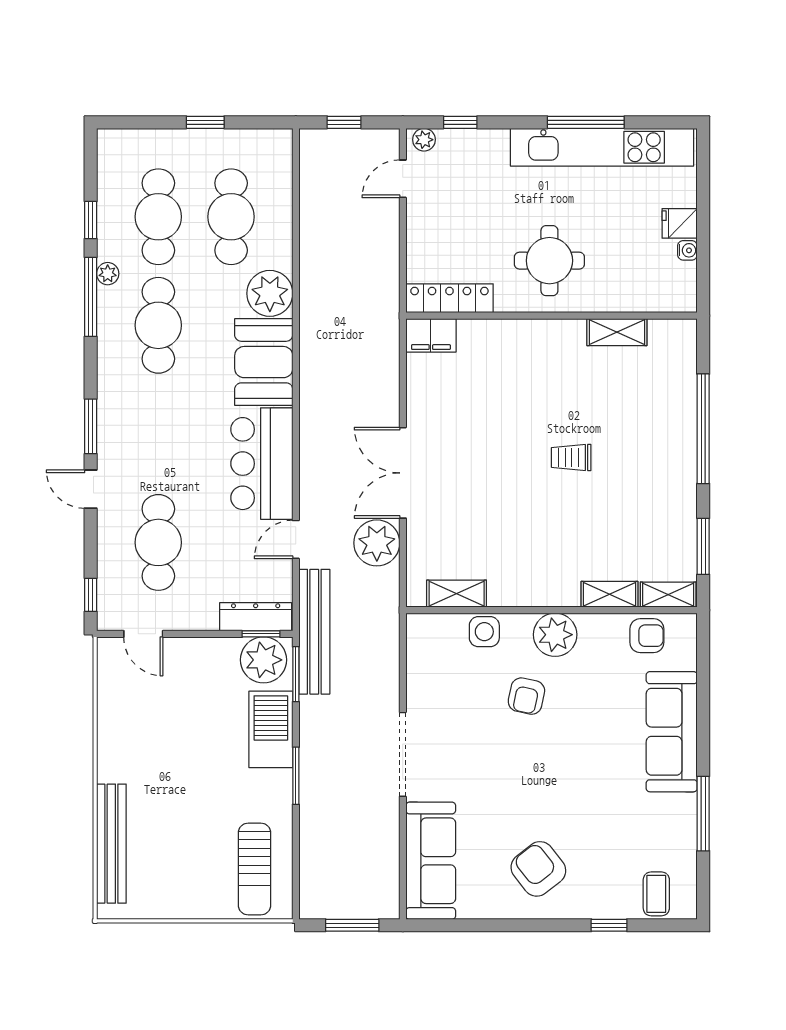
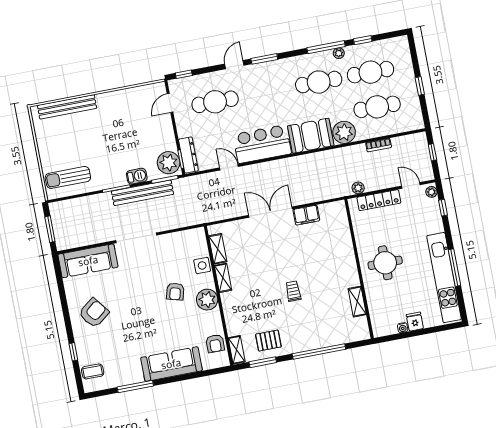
bookcase: (309, 229) -> (379, 145), added
locker: (449, 298) -> (379, 200), moved, turned 90
filing cabinet: (431, 335) -> (306, 215), moved, turned -90
pallet: (662, 527) -> (268, 341), added
plant: (377, 543) -> (358, 188), moved, width x0.53, depth x0.53
shelving: (609, 594) -> (223, 278), moved
bench: (314, 632) -> (142, 193), moved
armchair: (526, 696) -> (175, 291), turned -87
barbecue: (271, 729) -> (137, 176), width x0.53, depth x0.65

